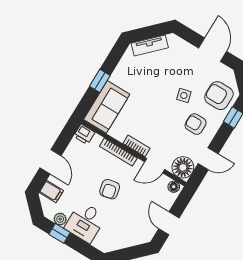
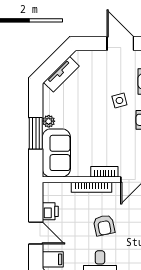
plant: (116, 77) -> (49, 121), added
window: (100, 81) -> (36, 133), width x1.50
printer: (84, 134) -> (50, 211), moved, turned -90

